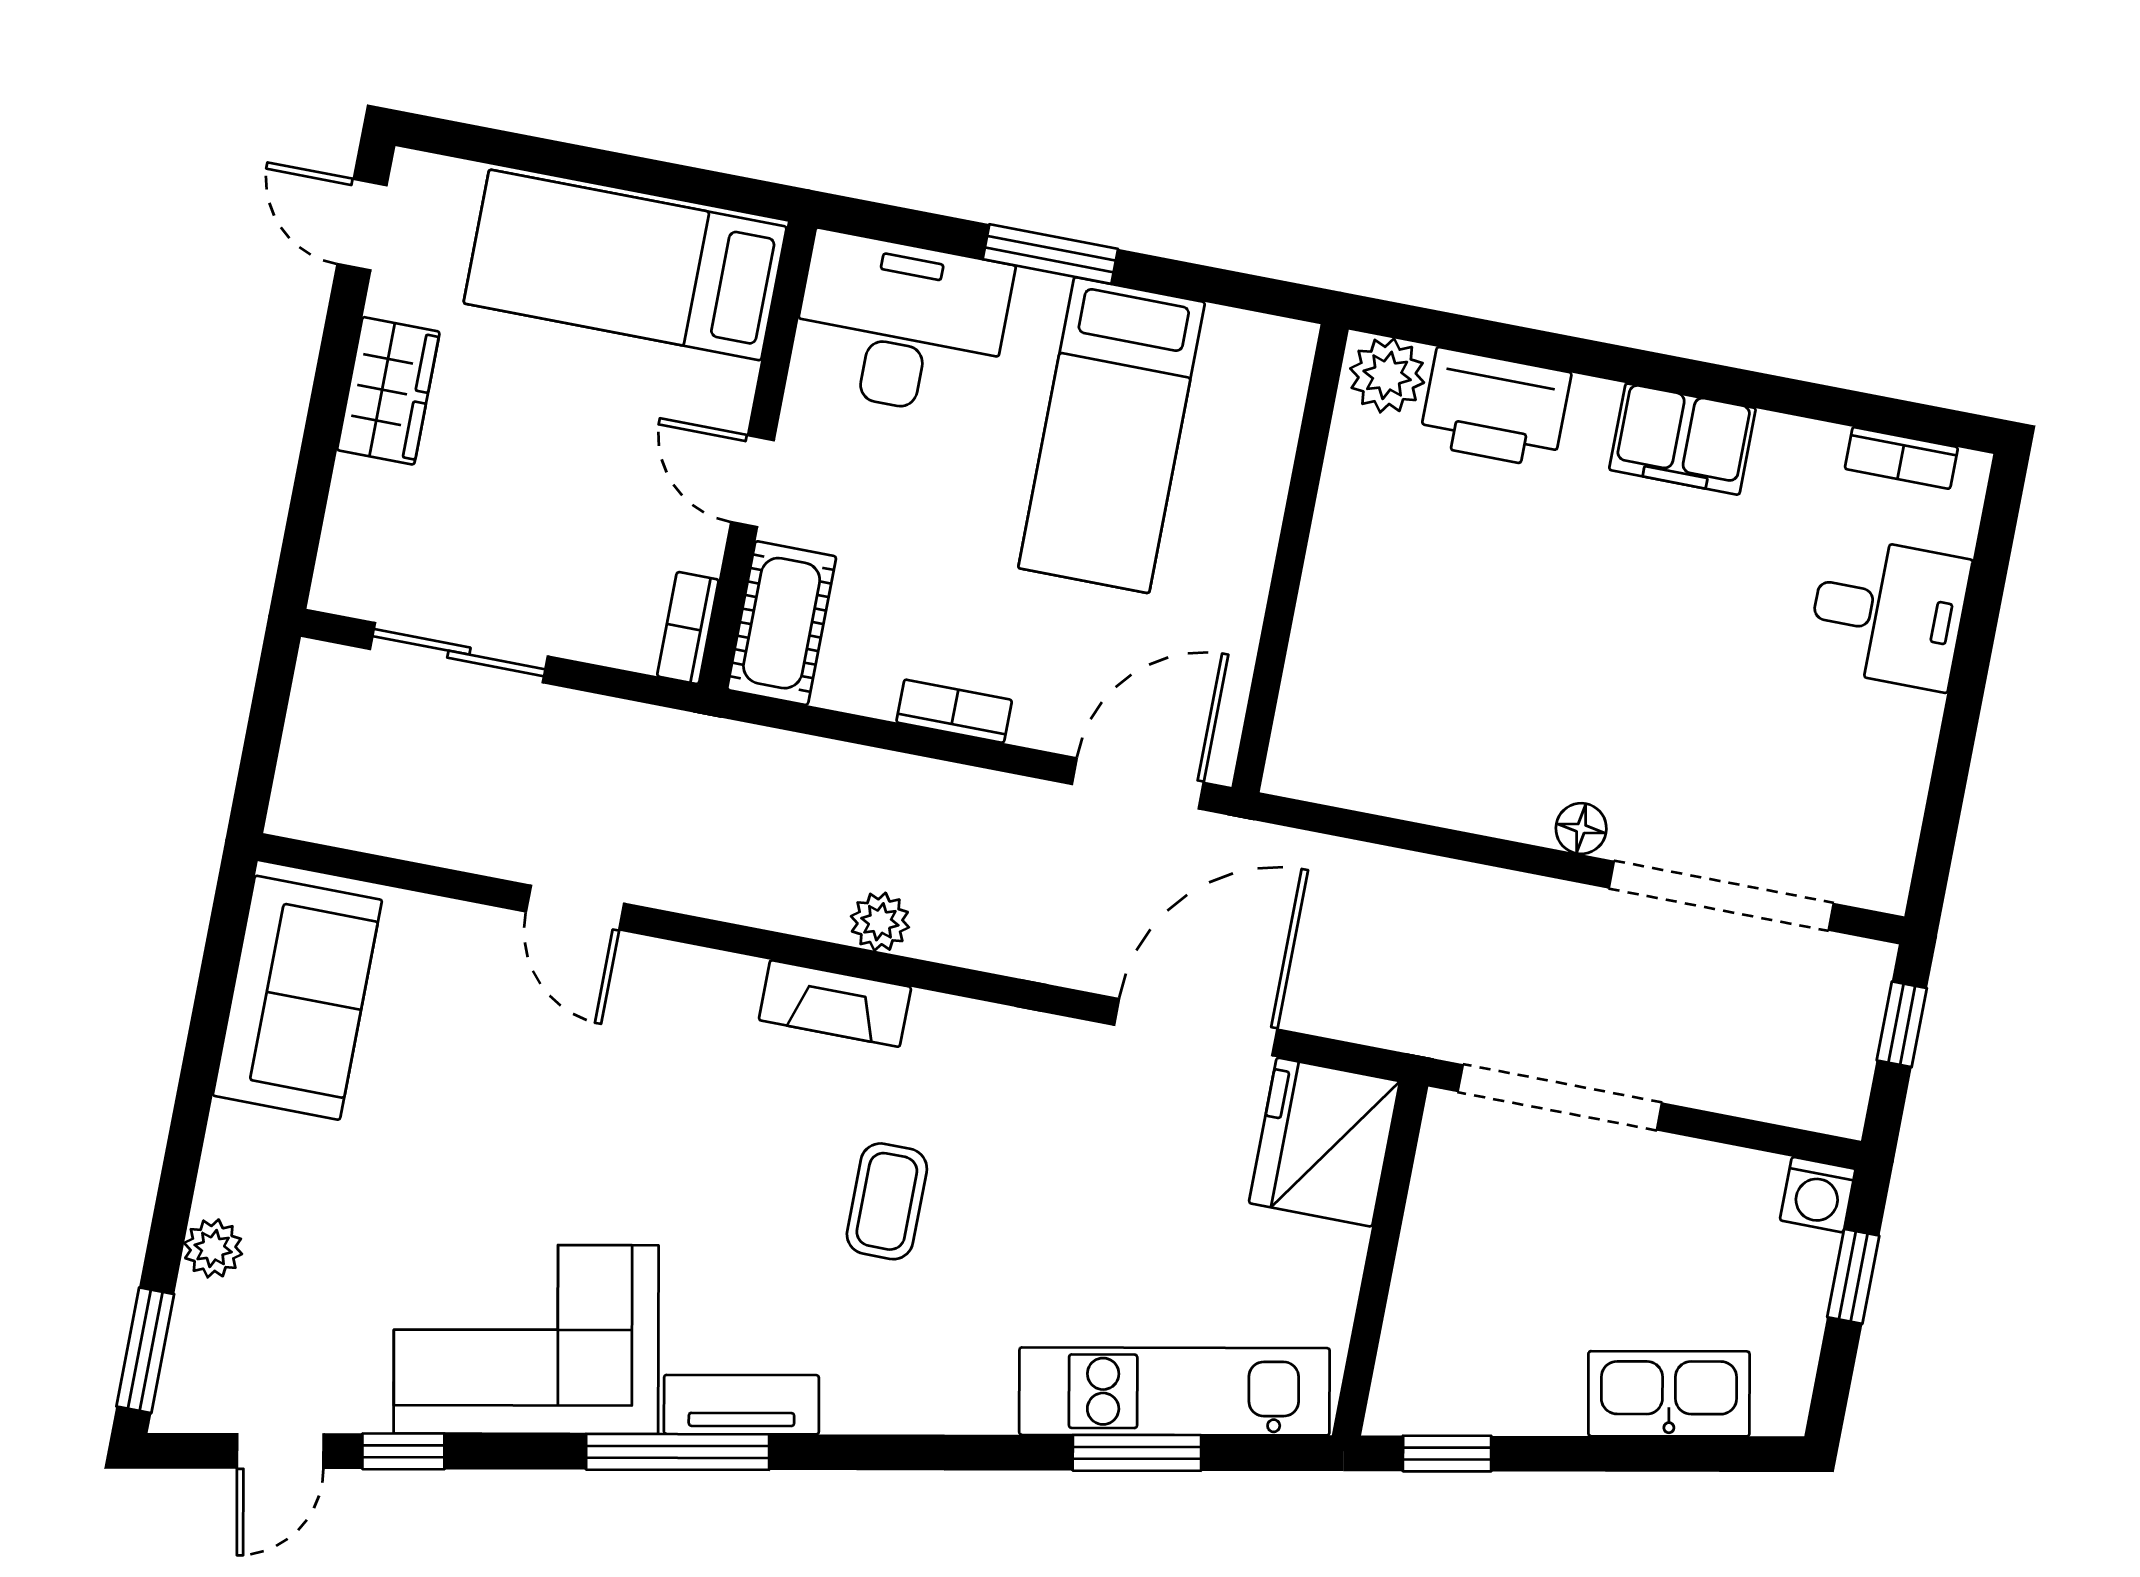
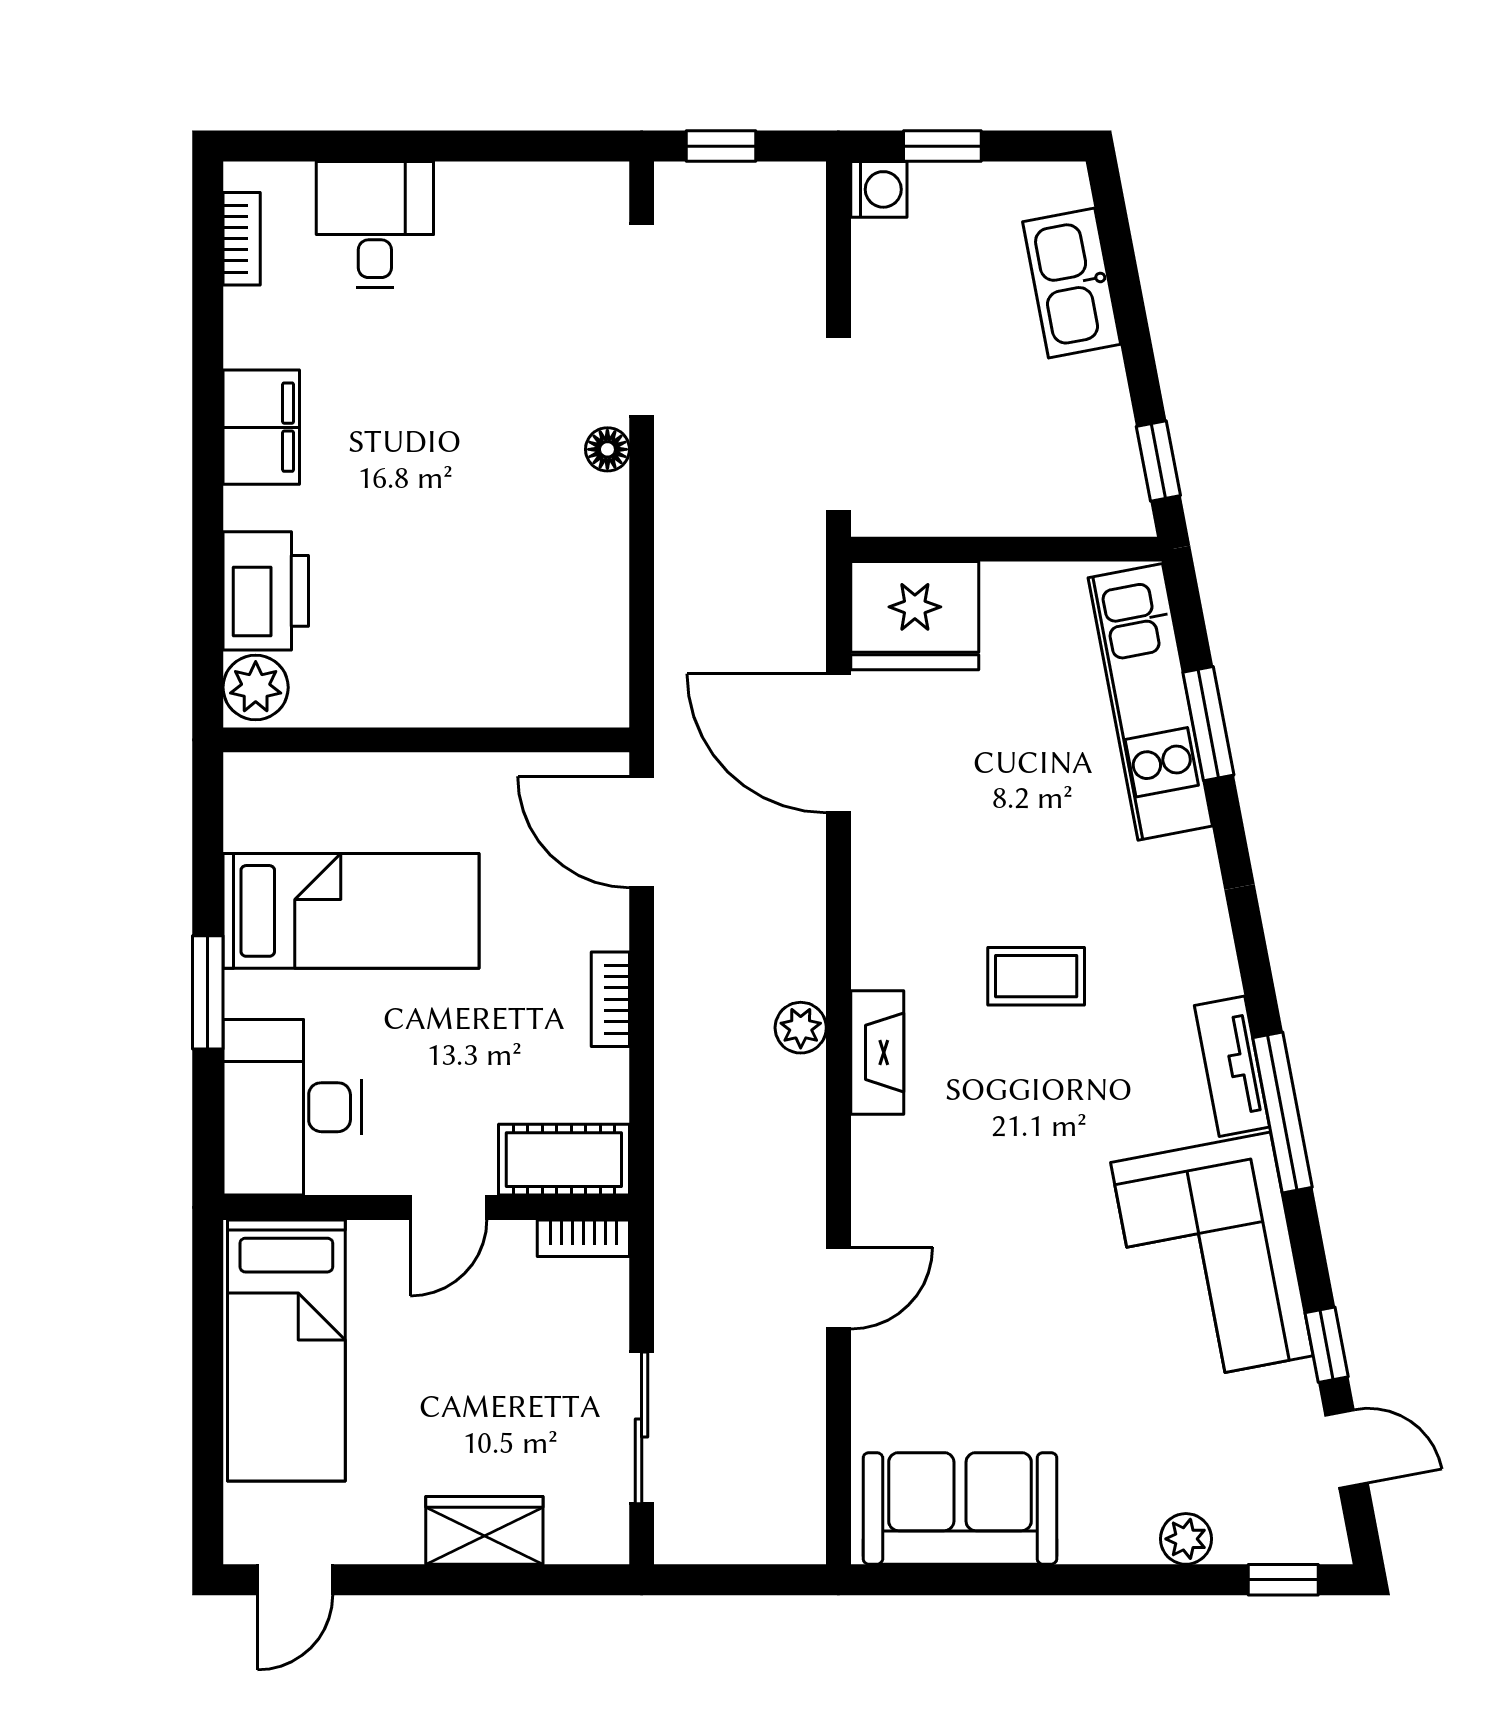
wardrobe: (388, 391) -> (484, 1530), moved
window: (145, 1350) -> (1283, 1580), width x0.67

